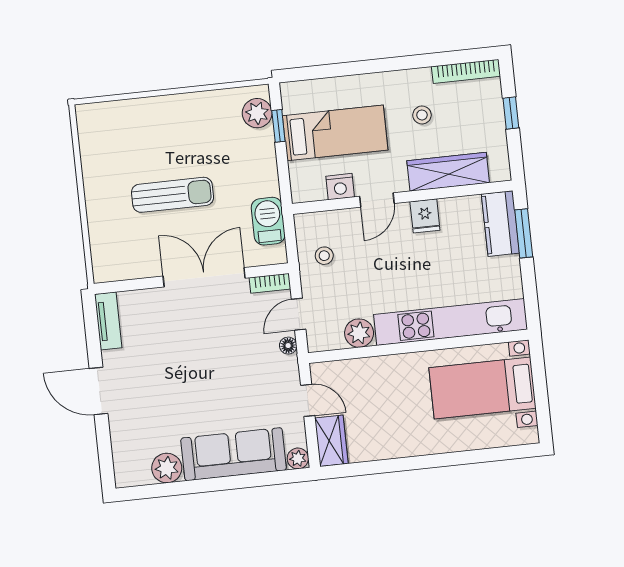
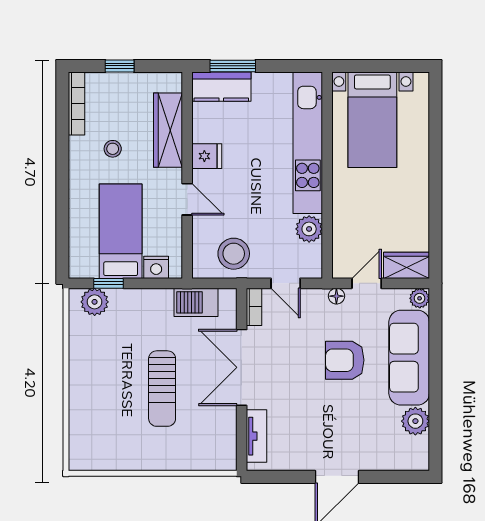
nightstand: (340, 187) -> (156, 267), moved, turned 90
sun lounger: (173, 195) -> (162, 389), turned 180
stool: (324, 256) -> (234, 254), width x1.89, depth x1.89
tv unit: (108, 321) -> (257, 436), moved, turned 90
floor lamp: (288, 346) -> (336, 296), moved
armchair: (223, 386) -> (345, 360), added

